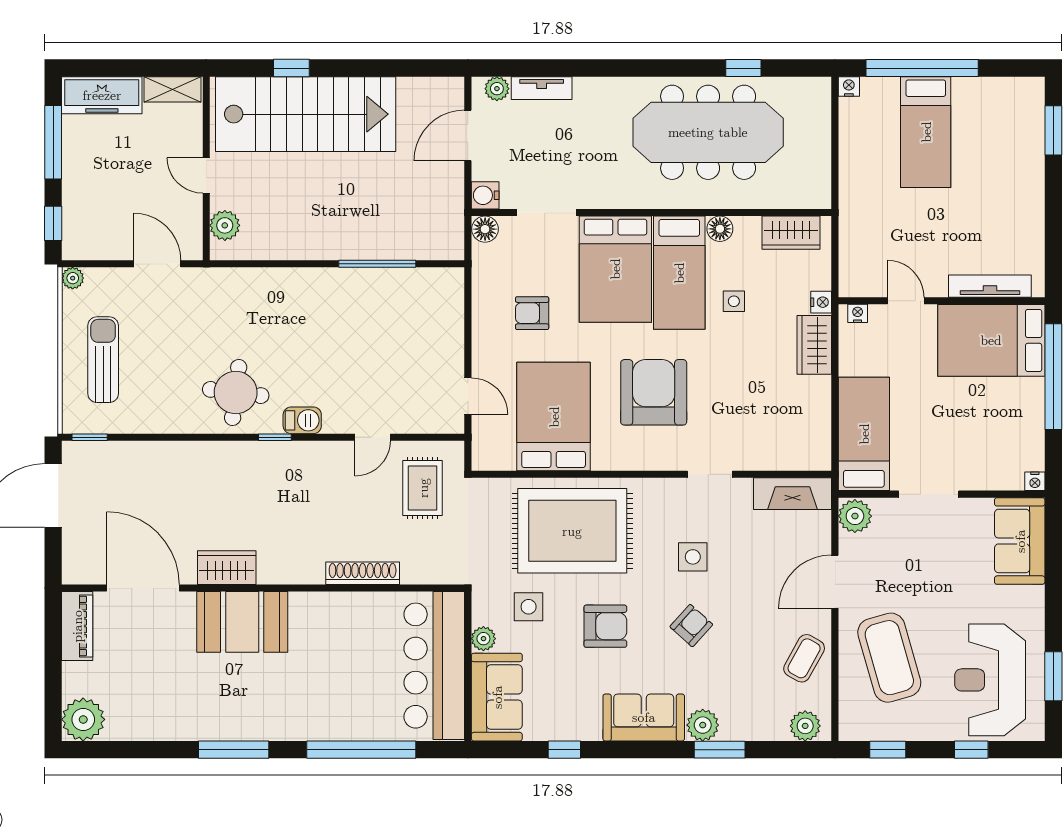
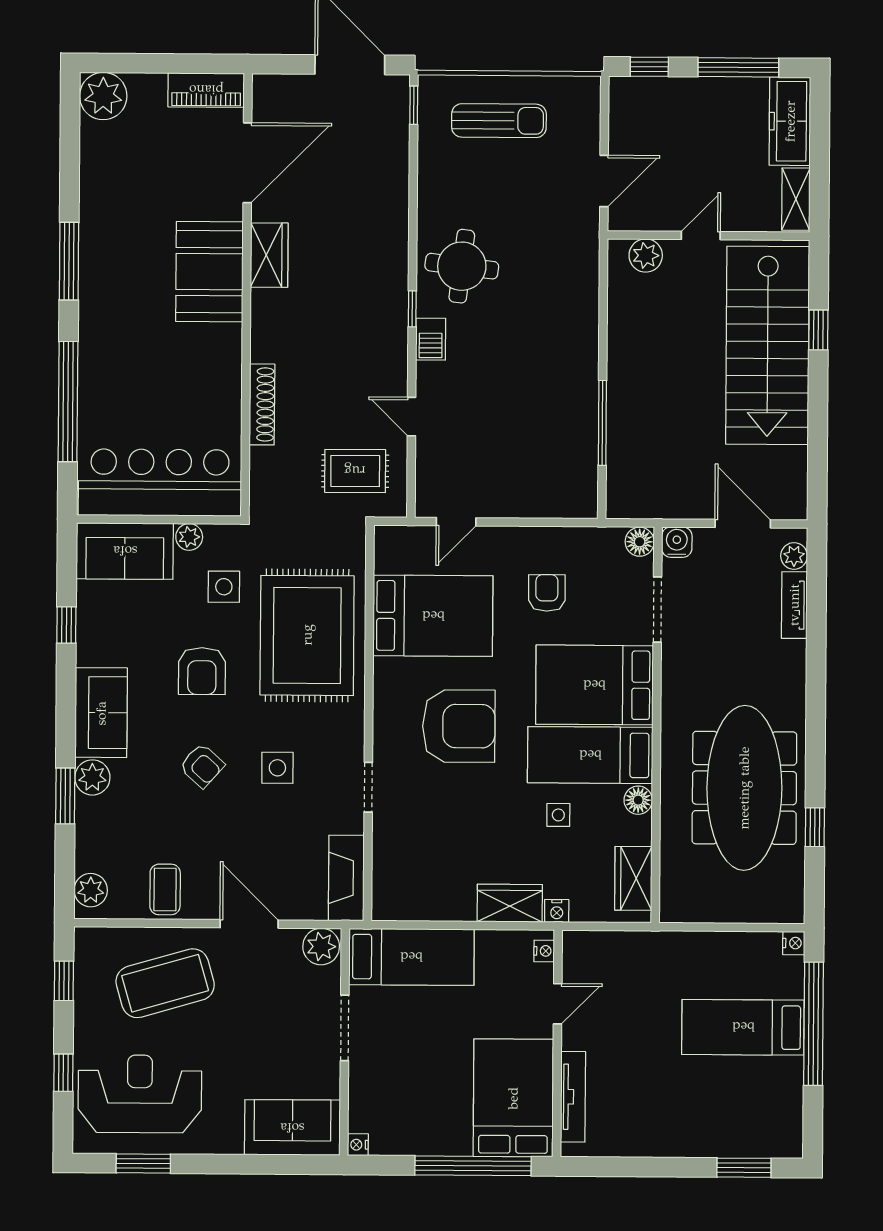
plant: (73, 278) -> (589, 88), removed
coffee table: (804, 658) -> (165, 889), turned 61

